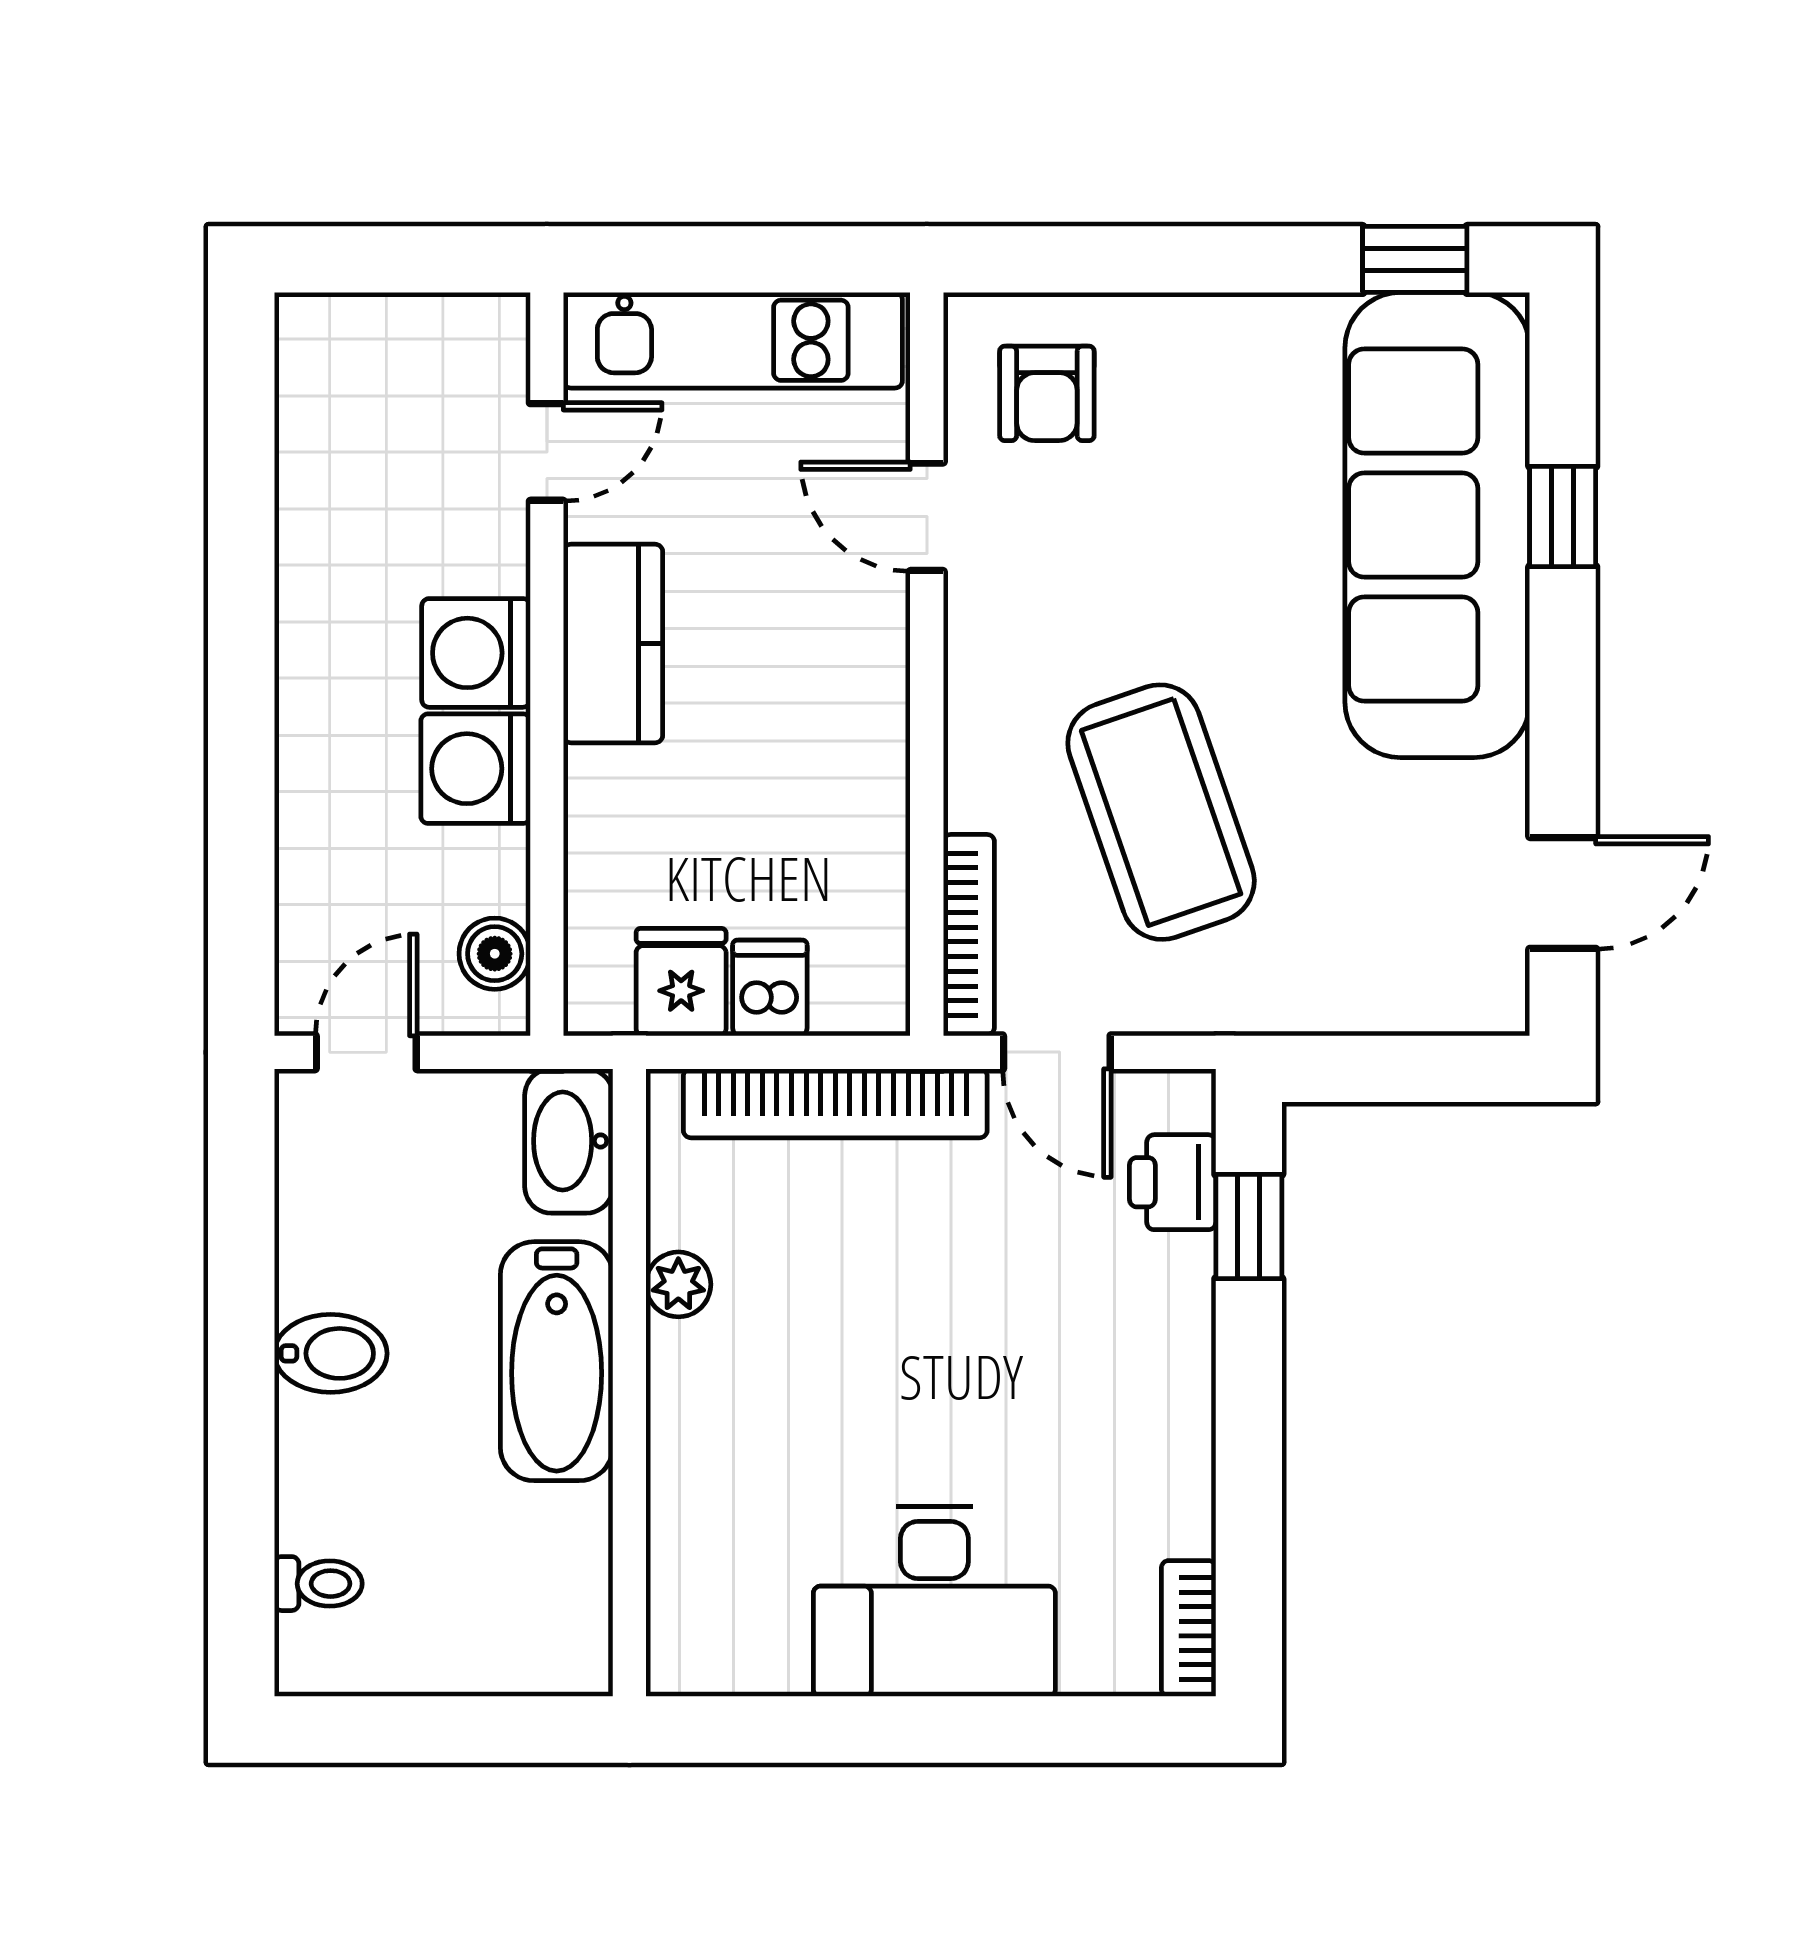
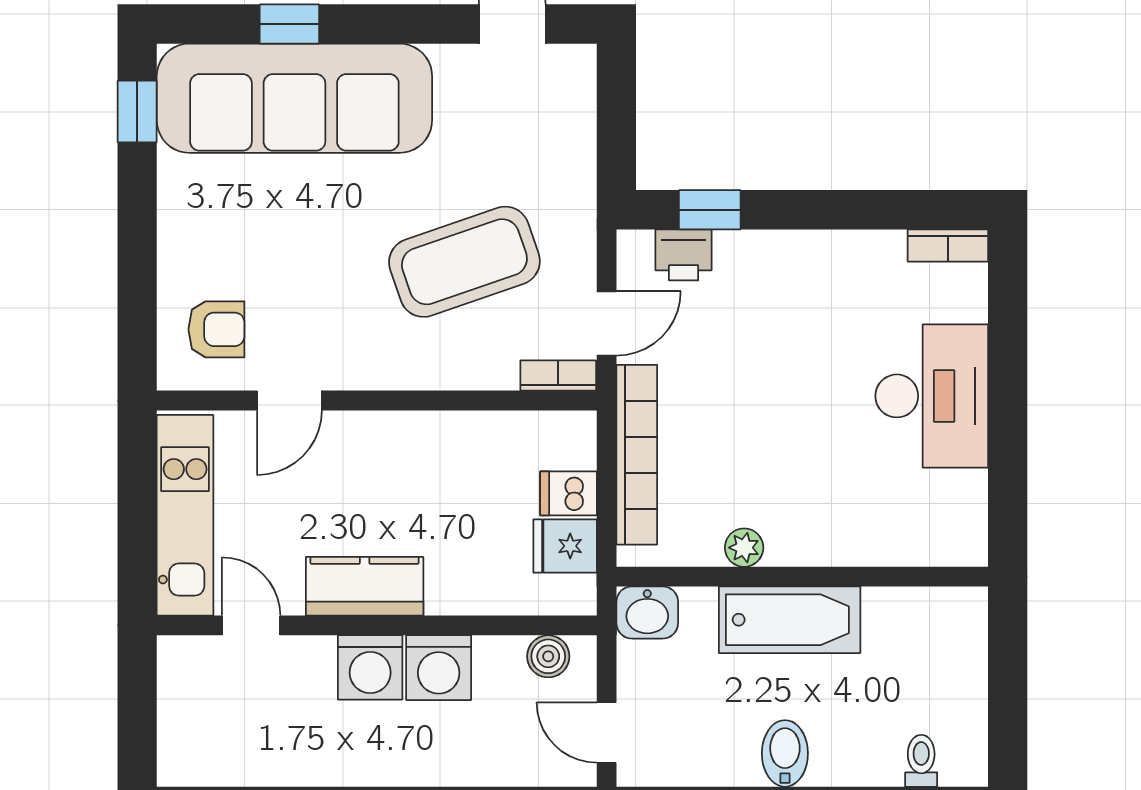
bookcase: (969, 934) -> (558, 376), width x0.64
washbasin: (569, 1141) -> (647, 612), width x0.72

